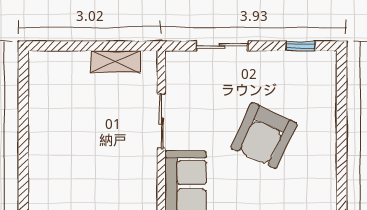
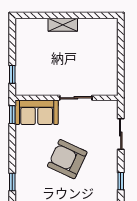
shelving: (116, 62) -> (63, 25), moved, turned 90

